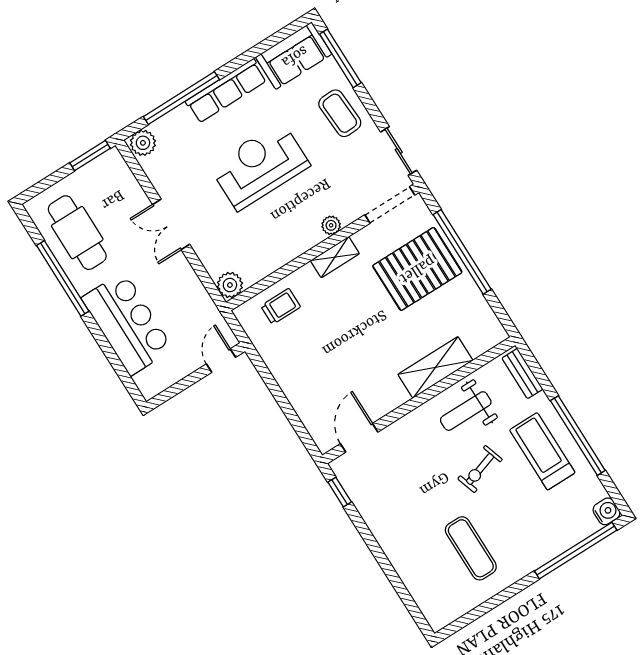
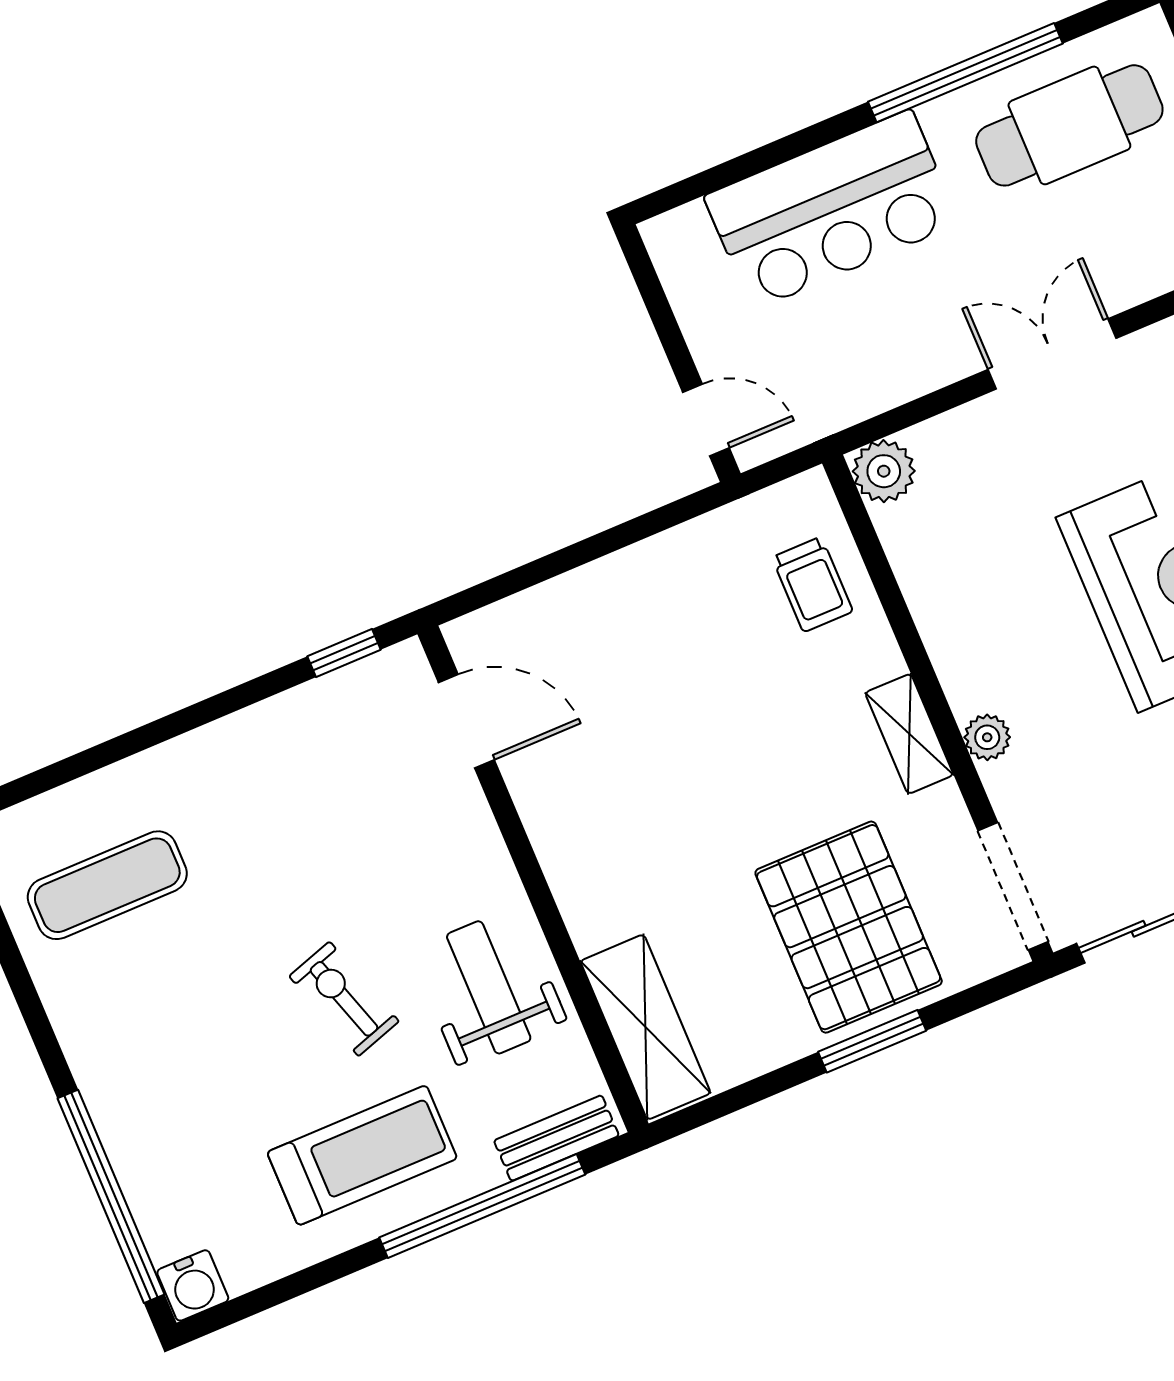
window: (462, 252) -> (872, 1041), width x0.47
shelving: (435, 367) -> (645, 1027), moved
window: (578, 436) -> (482, 1206), moved
exercise mat: (471, 548) -> (107, 885), moved

